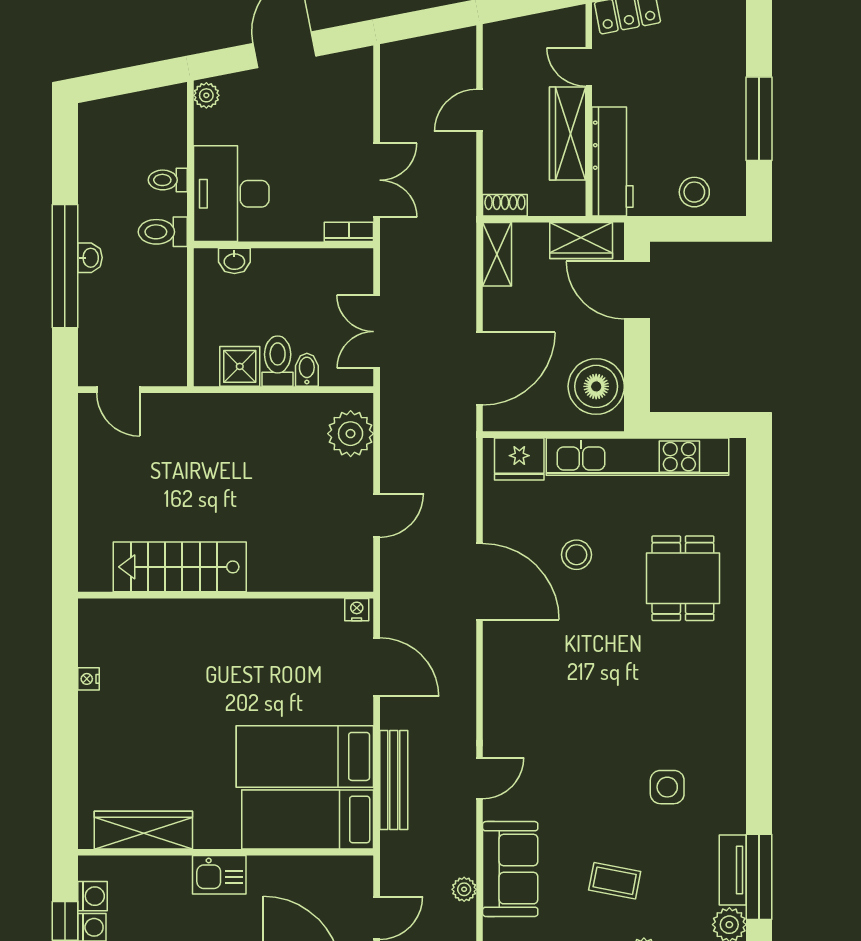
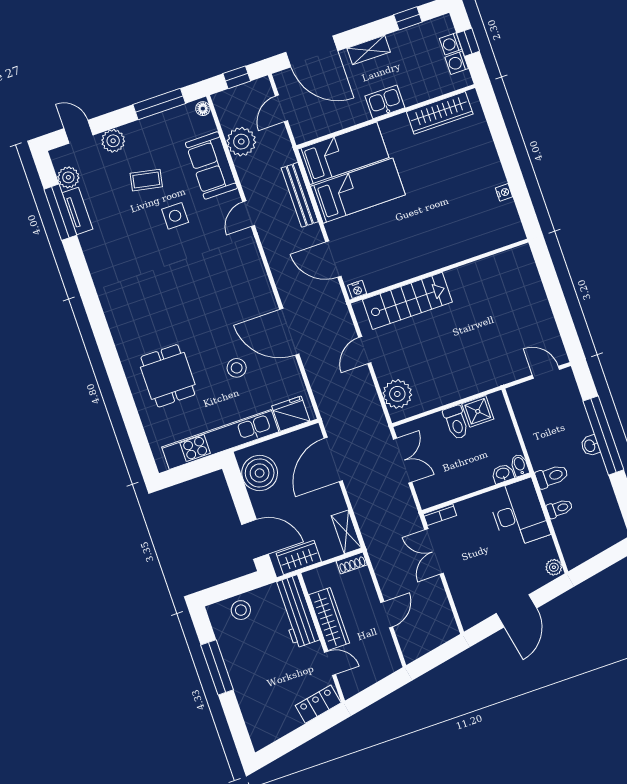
bidet: (307, 370) -> (520, 465), moved, turned 180
stairs: (180, 567) -> (407, 301), moved
side table: (667, 787) -> (175, 216), moved
plant: (464, 889) -> (241, 142), width x1.88, depth x1.88

